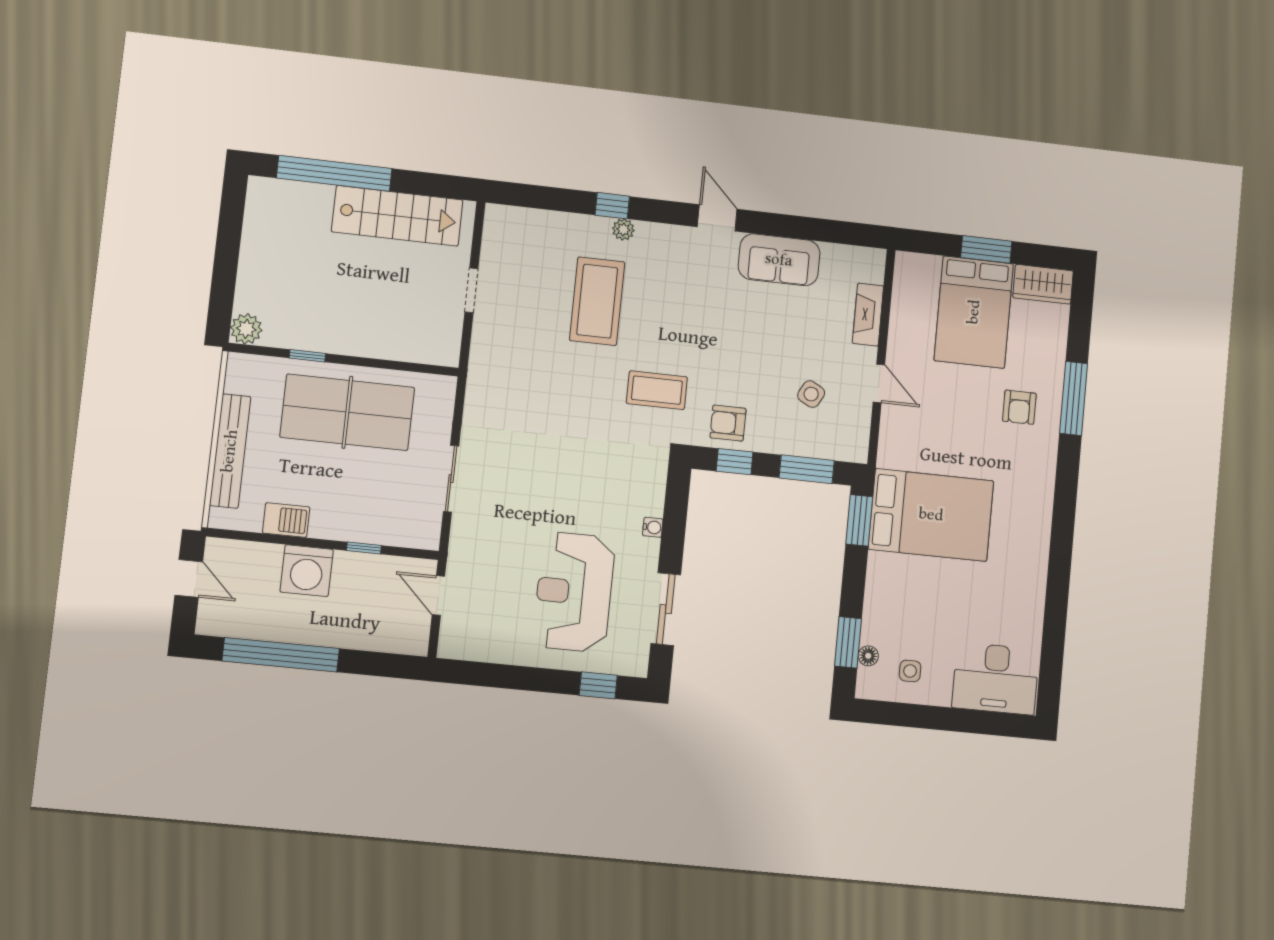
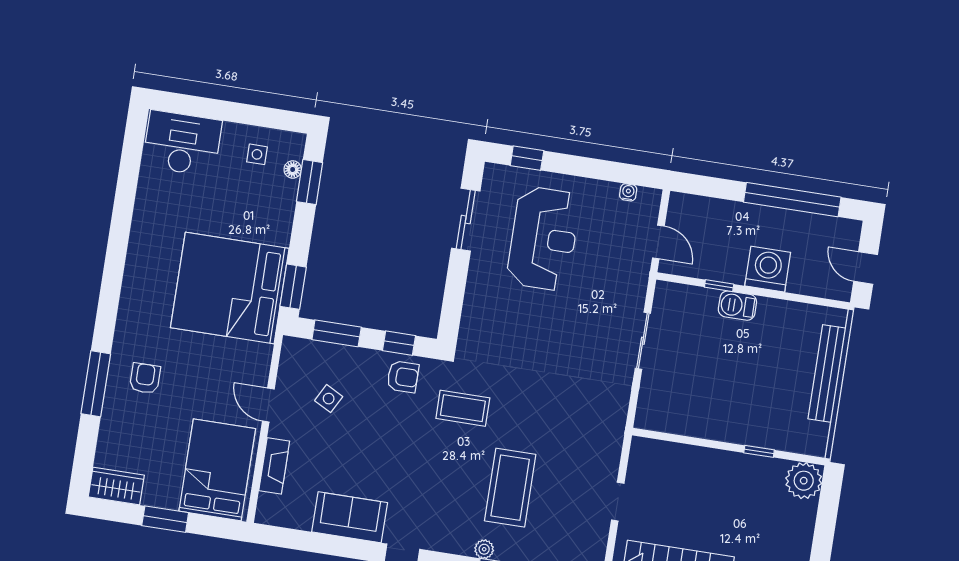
bed: (974, 312) -> (217, 470), moved
plant: (246, 329) -> (804, 481), width x1.36, depth x1.36
table tennis table: (347, 412) -> (728, 402), removed
bed: (931, 515) -> (230, 288), width x1.36
barbecue: (286, 520) -> (737, 306), moved
water cooler: (653, 527) -> (628, 192), moved, turned 90

